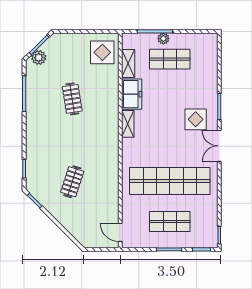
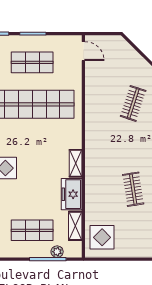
plant: (163, 39) -> (57, 252), moved

